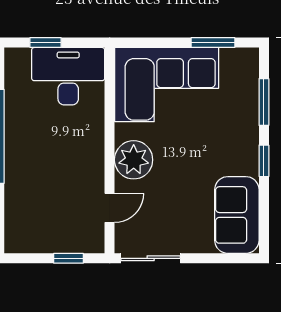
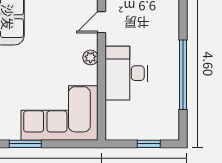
desk: (68, 76) -> (126, 73), moved, turned 90
plant: (134, 160) -> (90, 57), width x0.53, depth x0.53

